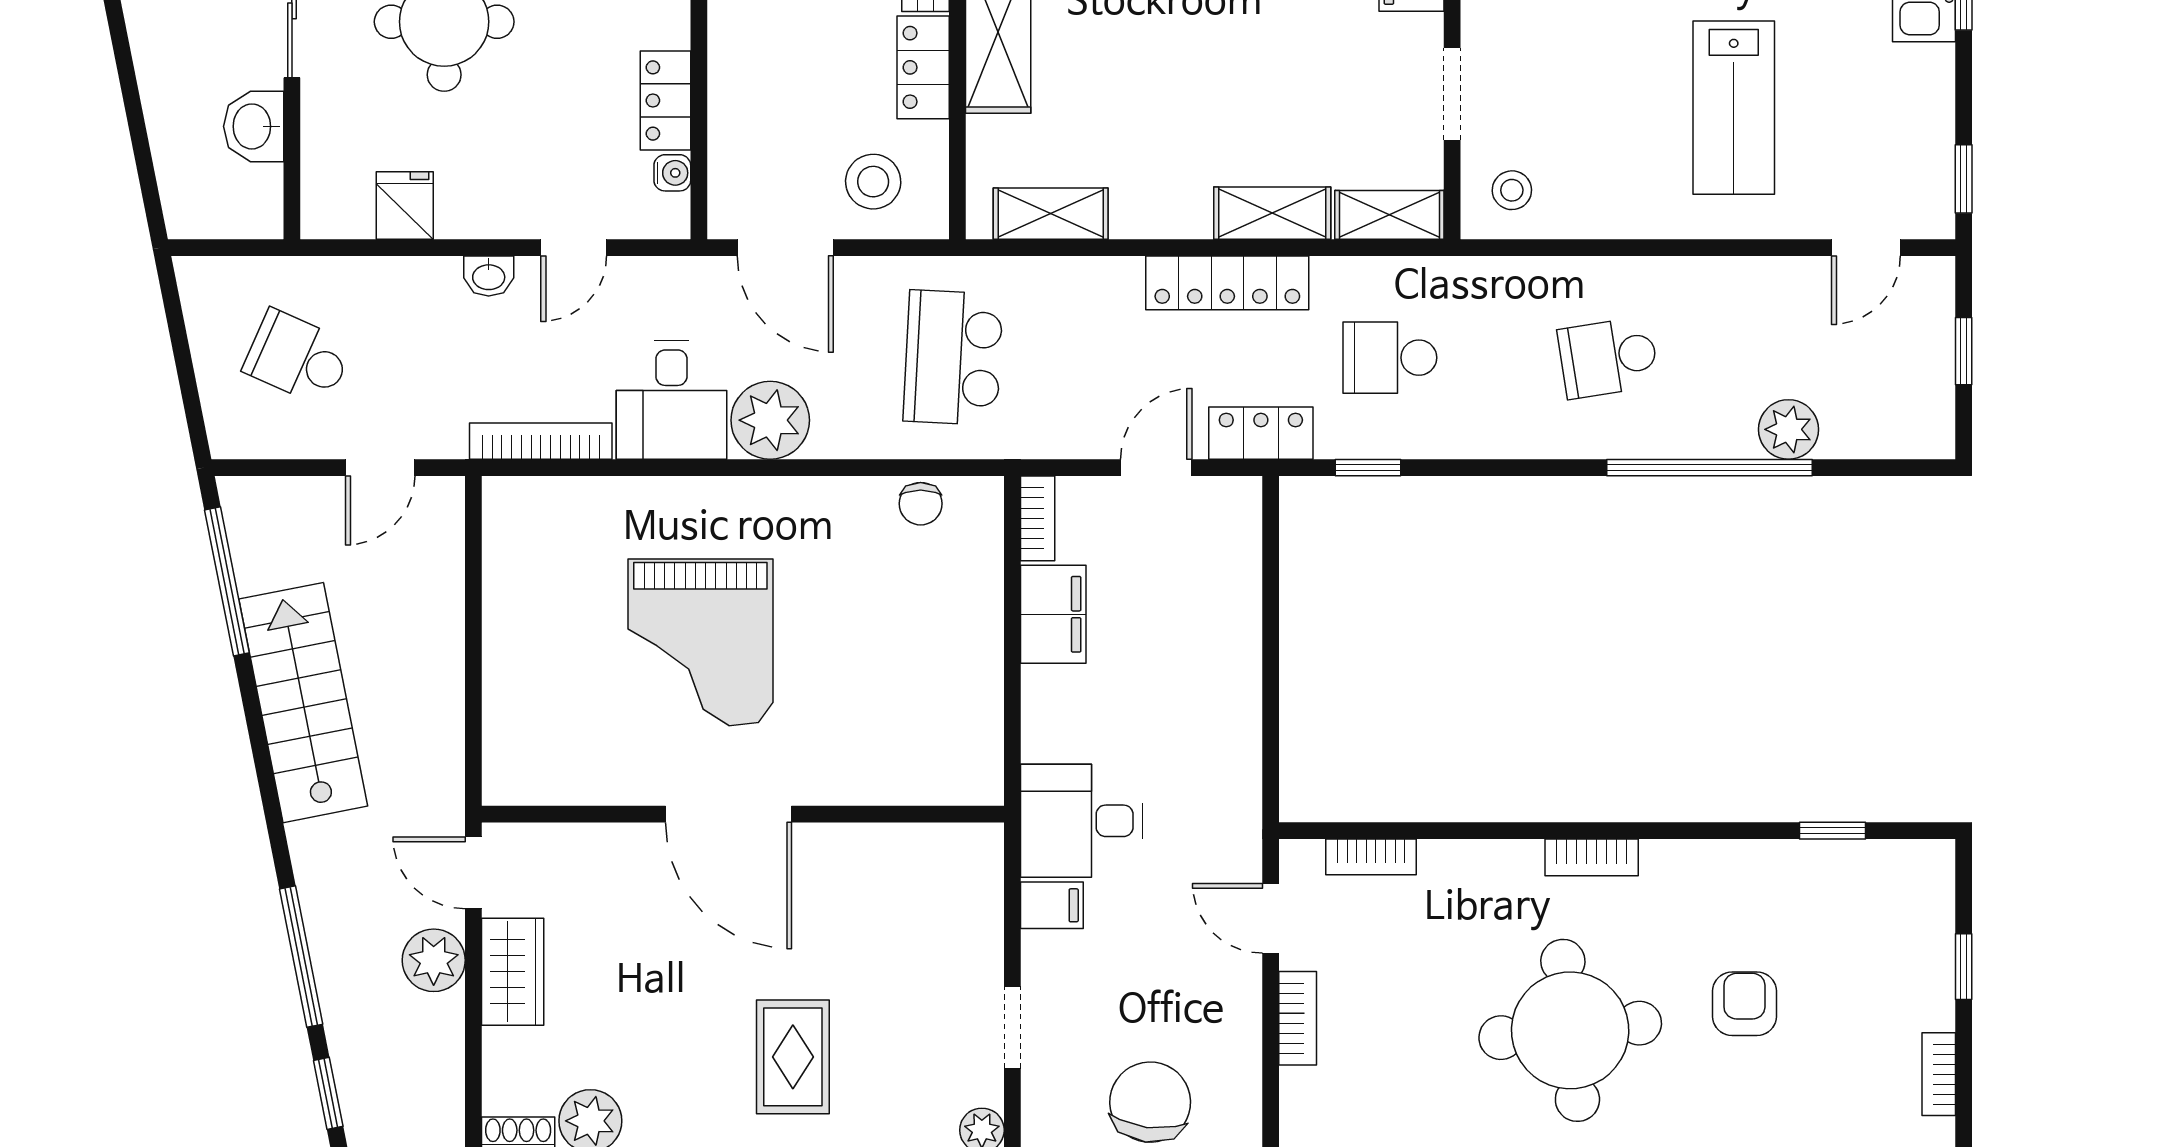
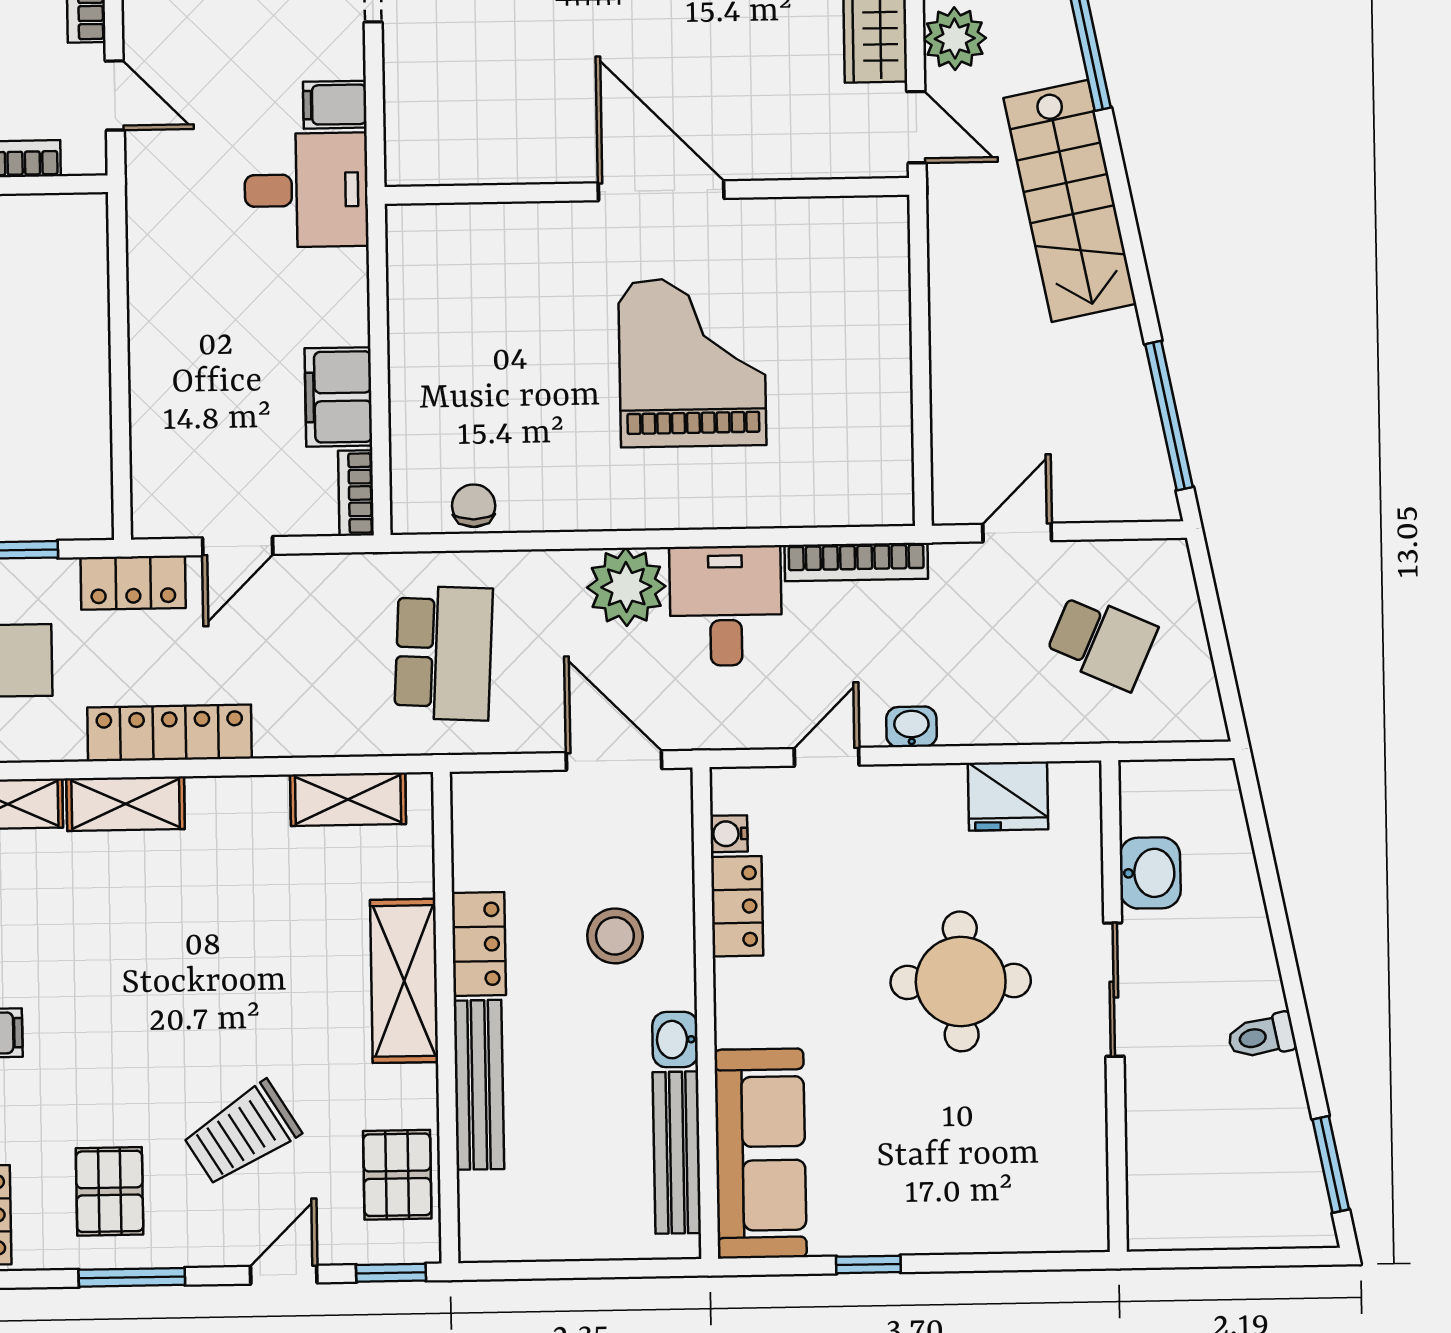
stool: (873, 182) -> (615, 936), moved
fridge: (405, 205) -> (1008, 796), width x1.38
stairs: (303, 703) -> (1070, 201), moved

